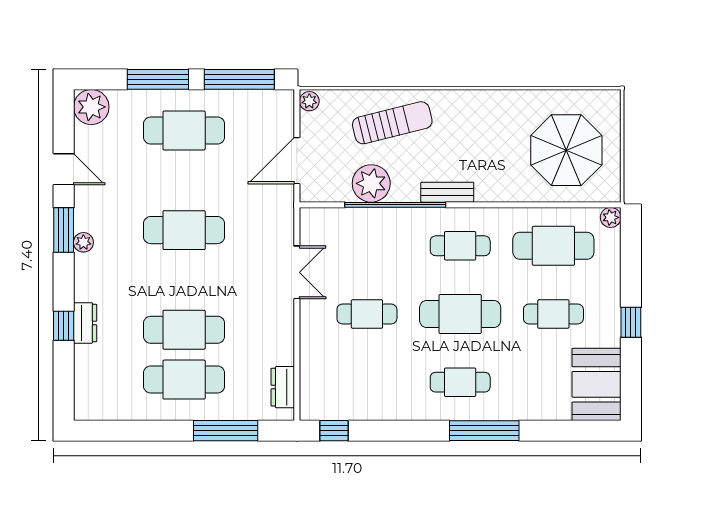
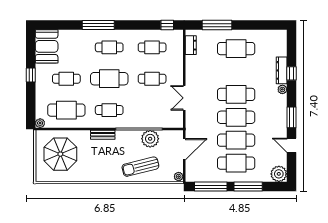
cafe table: (184, 180) -> (236, 140), added
bench: (447, 192) -> (103, 135), moved
plant: (83, 242) -> (282, 89), moved
dresser: (85, 323) -> (282, 70), width x1.44
cafe table: (184, 330) -> (236, 94), moved
cafe table: (367, 382) -> (152, 47), added

